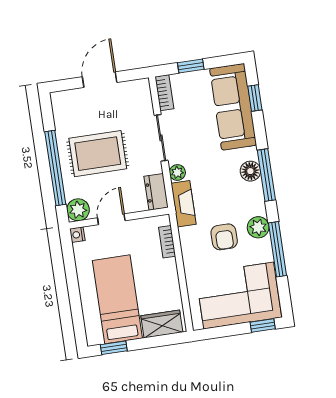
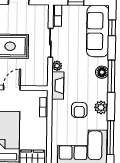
dresser: (156, 192) -> (42, 76), removed
window: (277, 249) -> (110, 138), moved

